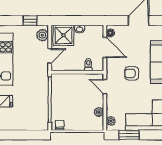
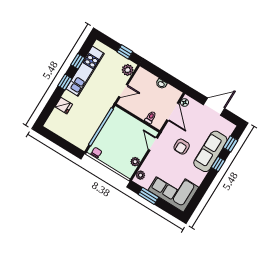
shower: (64, 35) -> (145, 81), removed
armchair: (132, 73) -> (182, 147), turned -90

